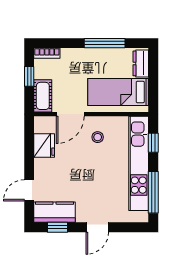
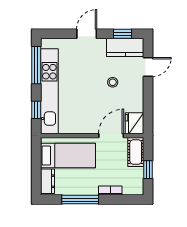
bookcase: (47, 53) -> (110, 191), moved
stool: (98, 137) -> (113, 82), moved
fridge: (44, 146) -> (135, 123), moved

